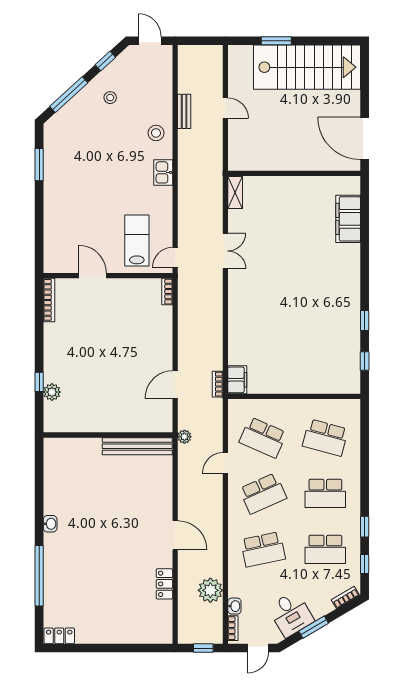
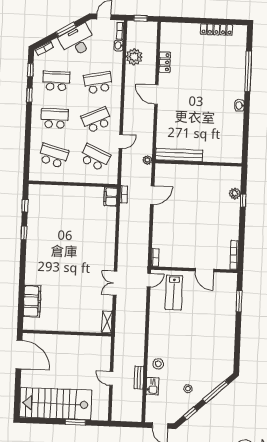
window: (39, 165) -> (239, 301), moved
kitchen sink: (163, 172) -> (152, 386), moved
desk: (291, 614) -> (77, 41), width x1.37
locker: (59, 636) -> (217, 30), moved, width x1.53

